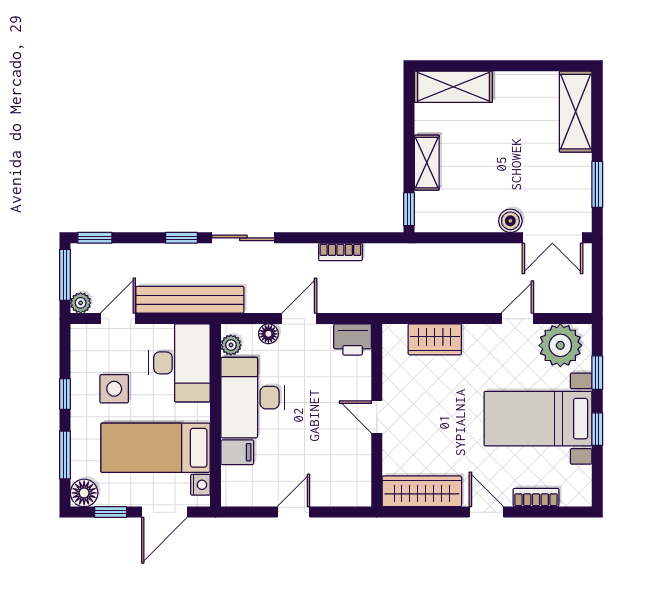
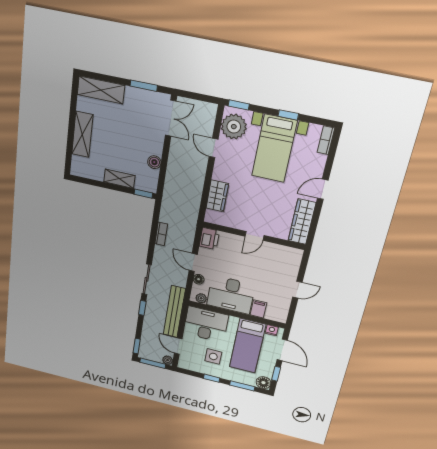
shelving: (453, 87) -> (82, 134), moved
boiler: (510, 221) -> (154, 162), moved
window: (597, 373) -> (239, 105), moved
bookcase: (536, 498) -> (326, 140), moved
door: (293, 512) -> (297, 290), swing flipped

